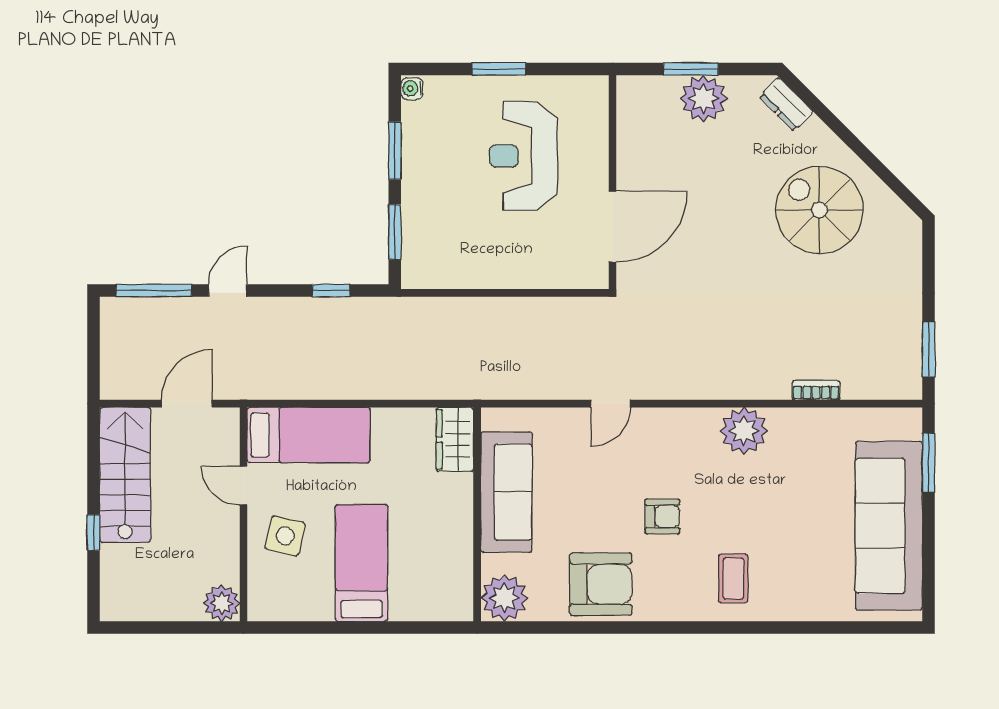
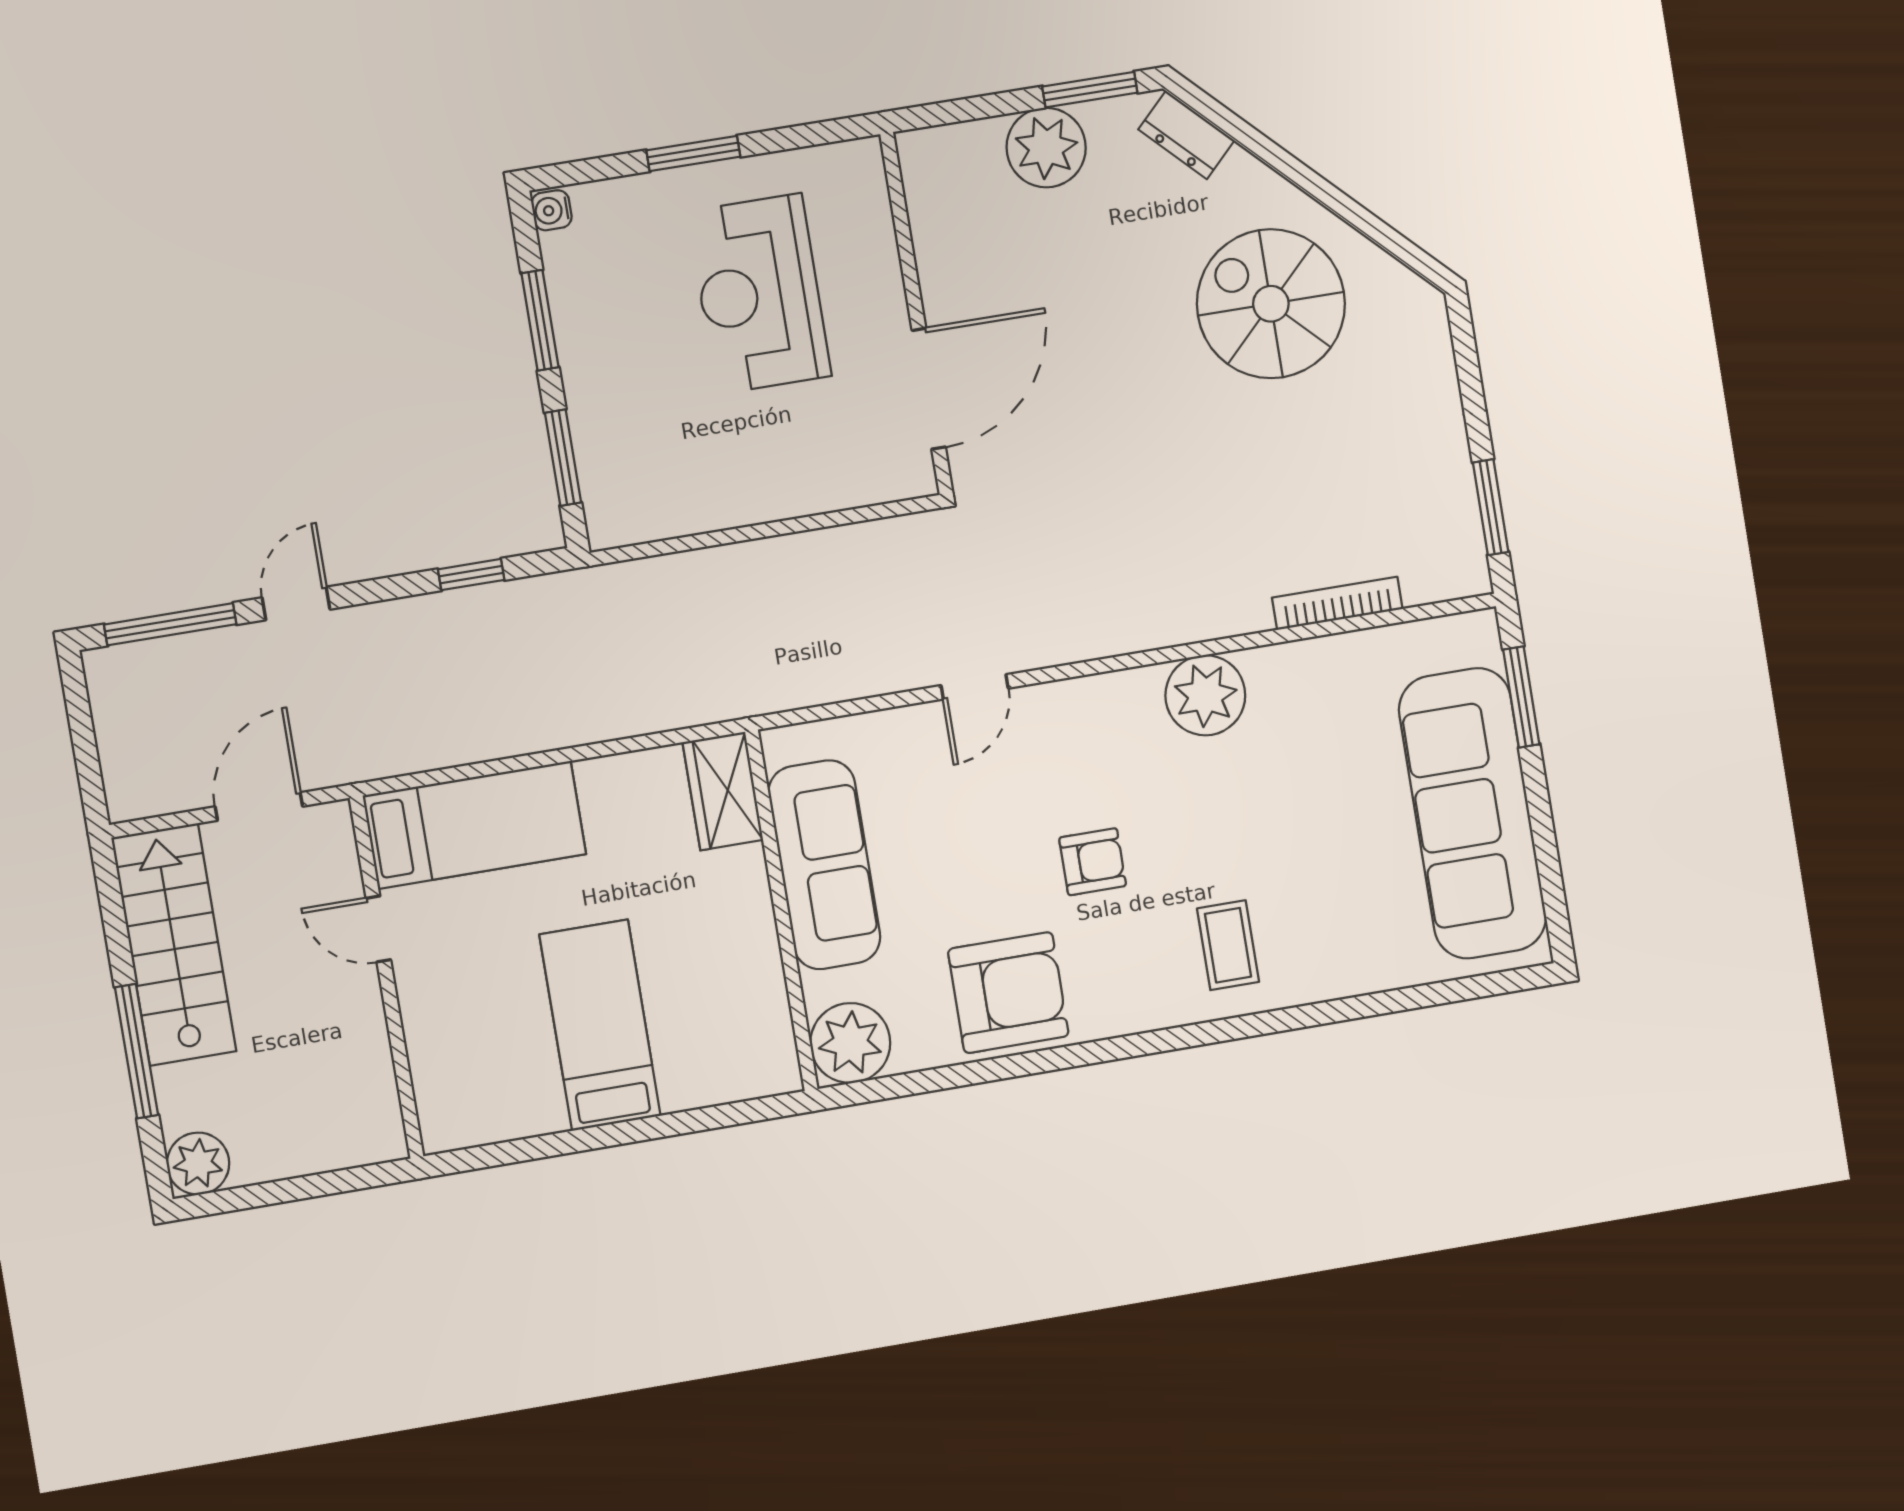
window: (691, 69) -> (1090, 90), moved
bookcase: (816, 390) -> (1337, 603), width x1.56
window: (93, 532) -> (137, 1051), width x2.17
side table: (285, 536) -> (463, 1002), removed
plant: (222, 603) -> (198, 1164), moved

